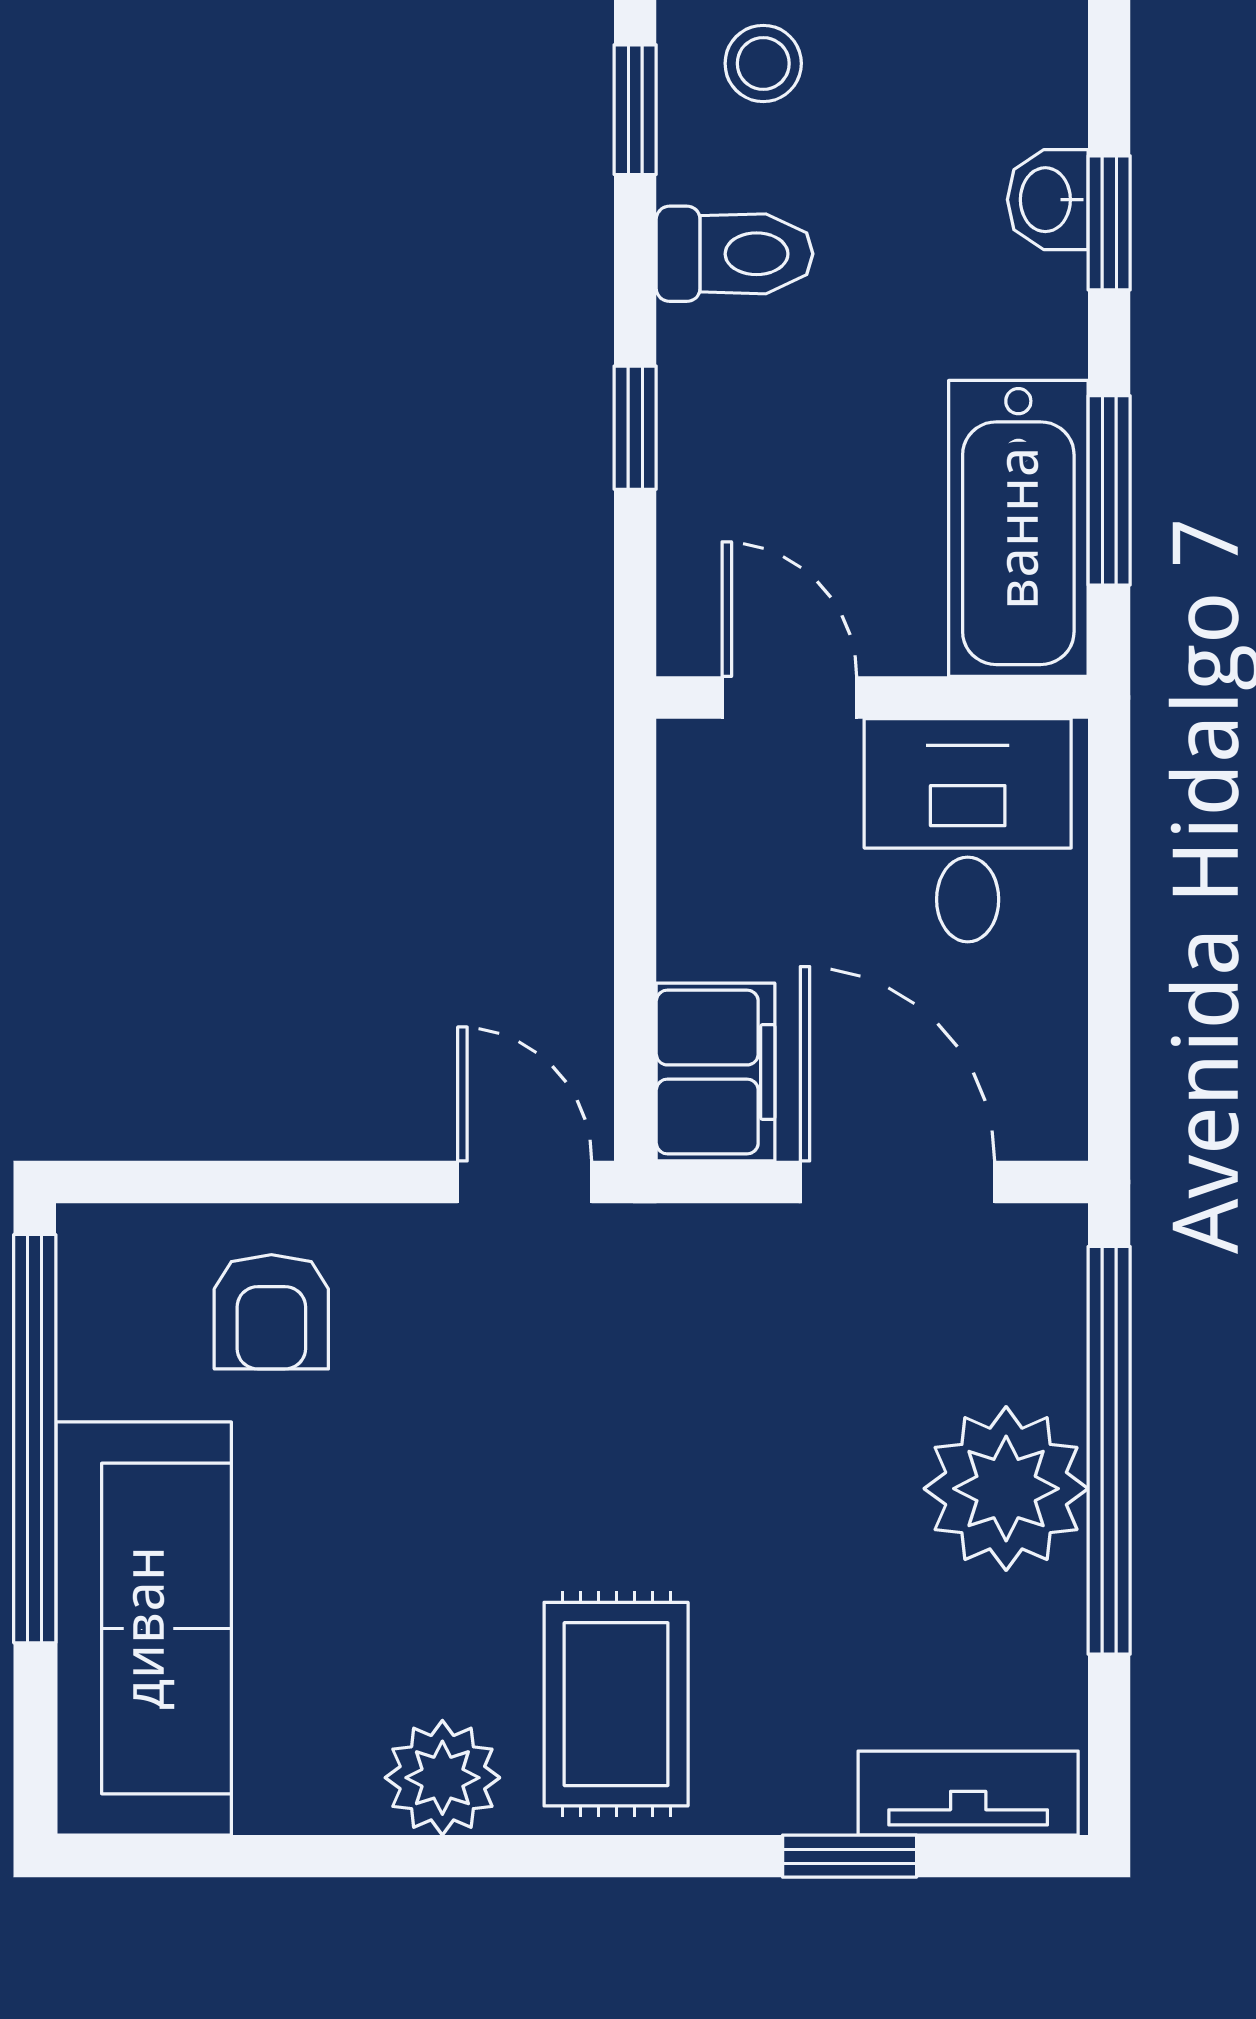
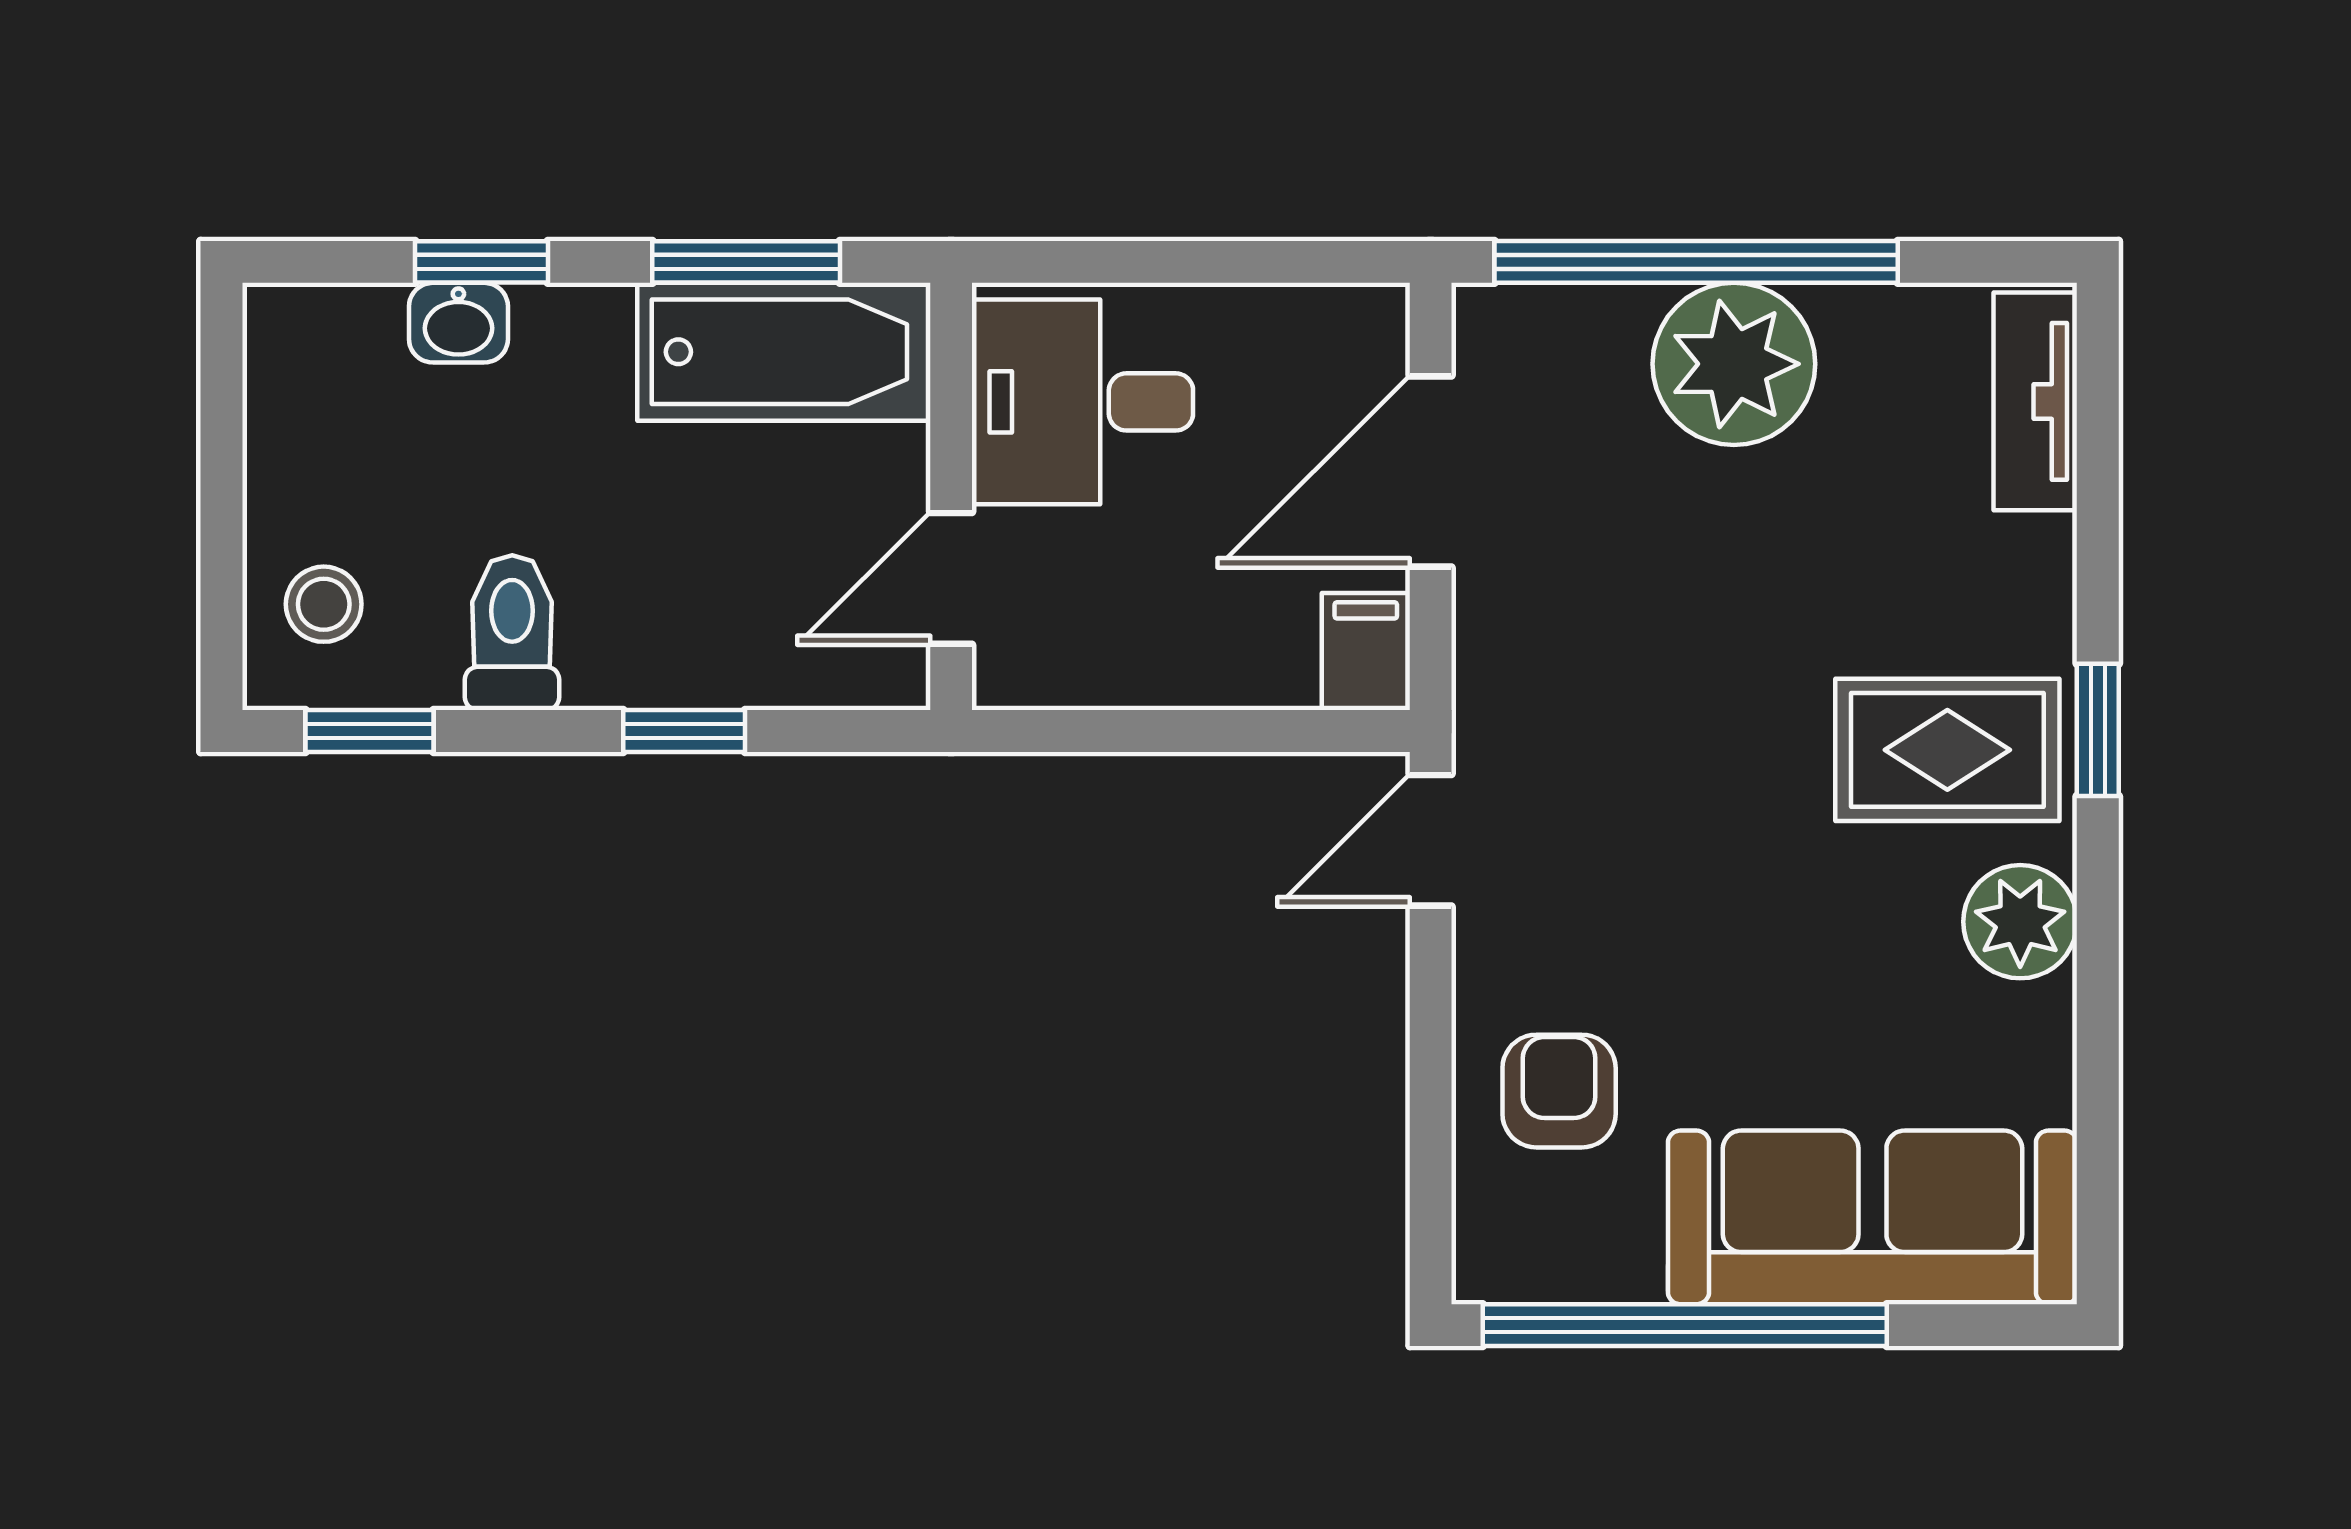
filing cabinet: (716, 1072) -> (1366, 651), width x0.50
armchair: (271, 1312) -> (1559, 1091), turned -90
window: (850, 1856) -> (2098, 730), moved

